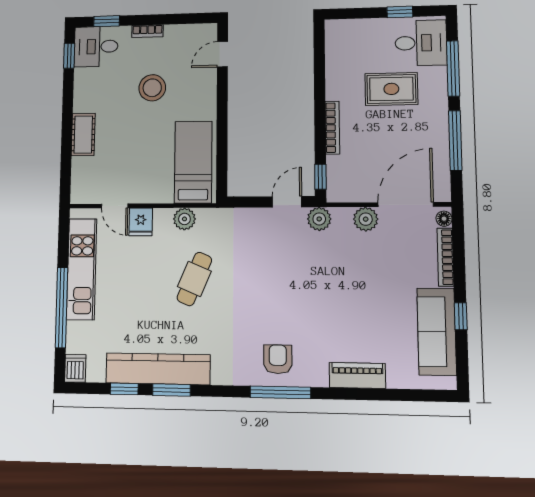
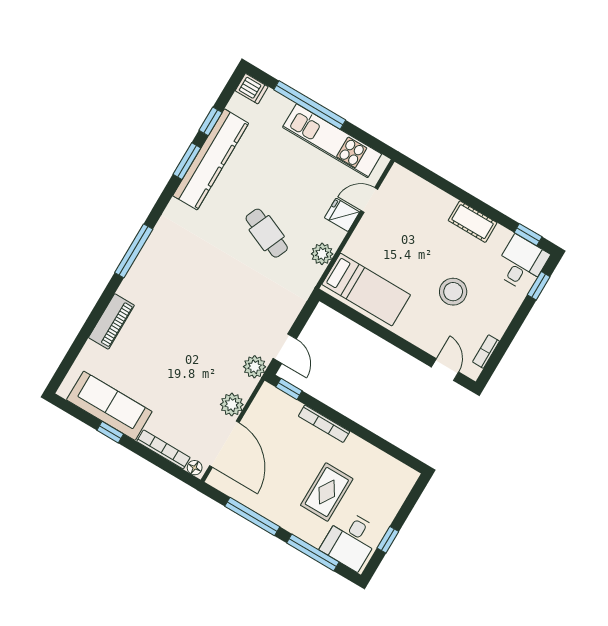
bookcase: (147, 31) -> (486, 352), moved
cot: (83, 135) -> (473, 222), moved
armchair: (278, 359) -> (161, 264), removed

